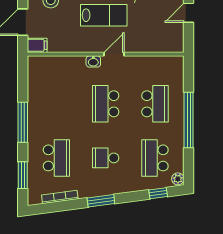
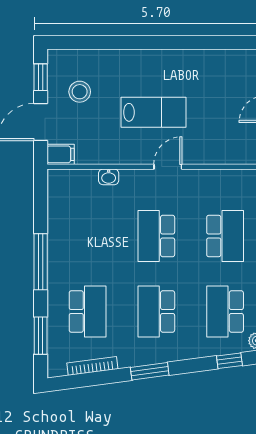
washbasin: (93, 61) -> (109, 177), moved
school desk: (106, 158) -> (156, 312), width x1.85

